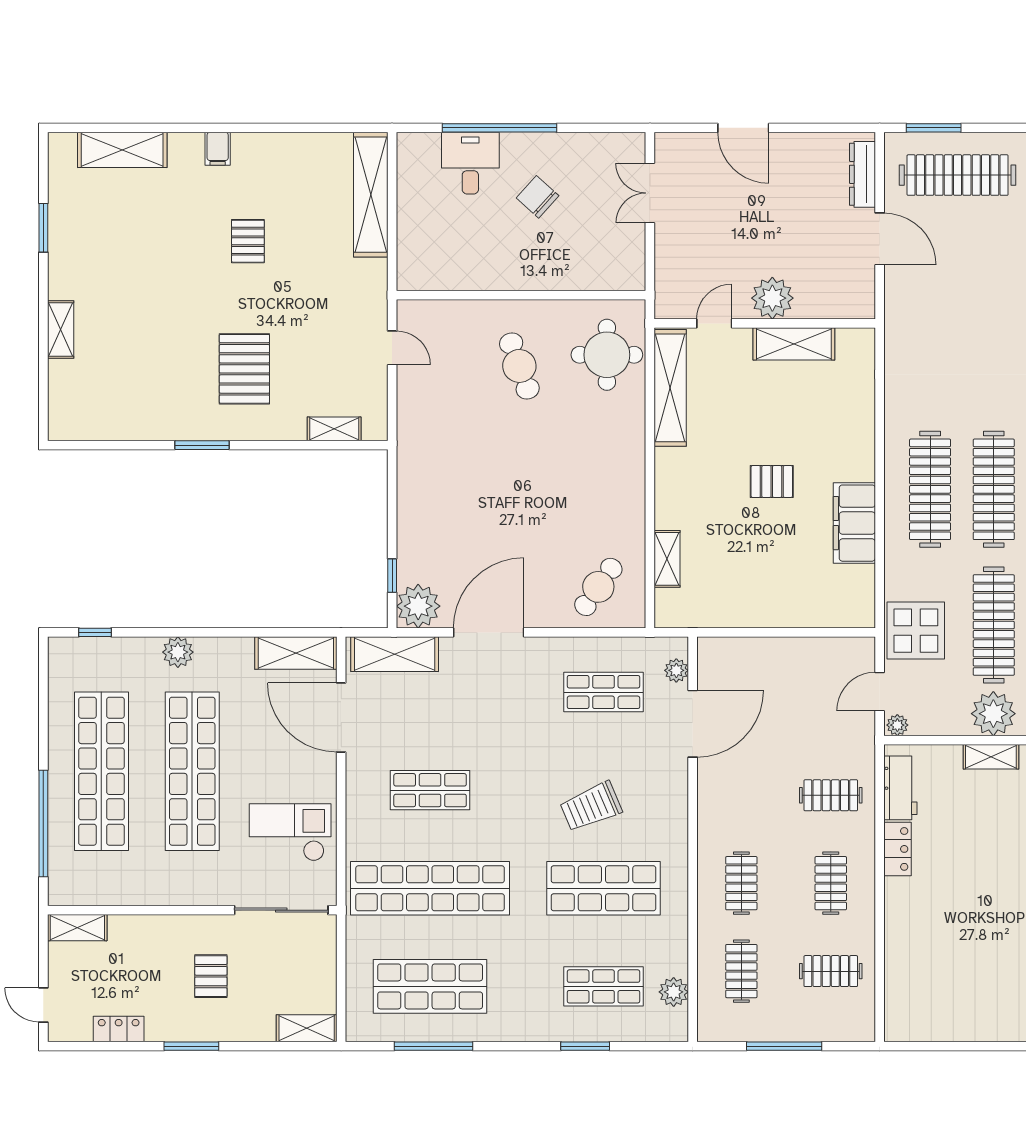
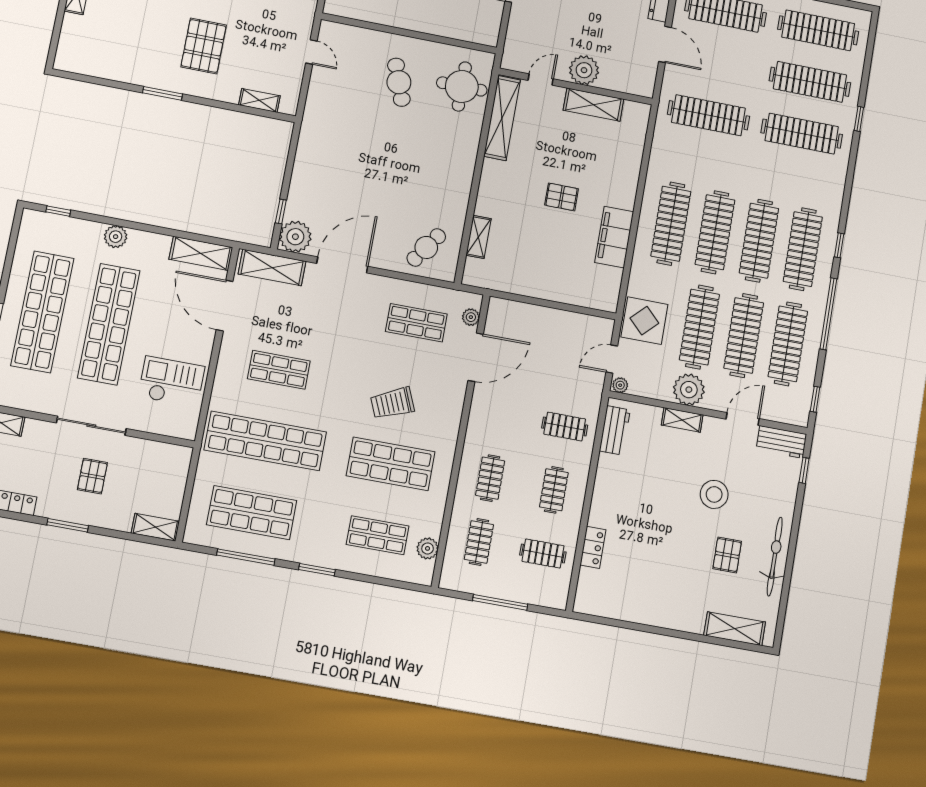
clothes rail: (958, 327) -> (708, 115), added
locker: (897, 849) -> (593, 547), moved
sliding door: (281, 910) -> (91, 426), moved
window: (585, 1046) -> (317, 570), moved

